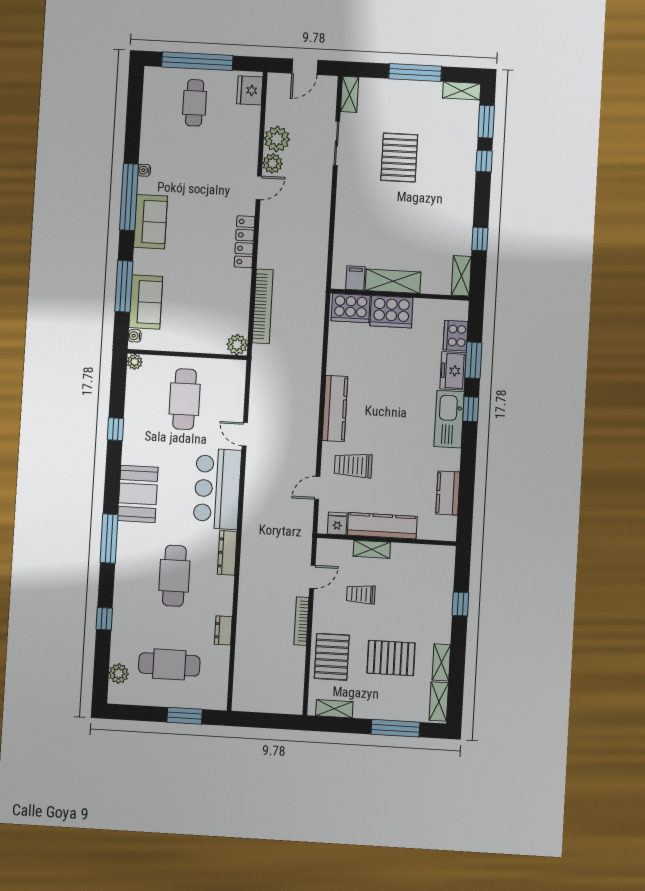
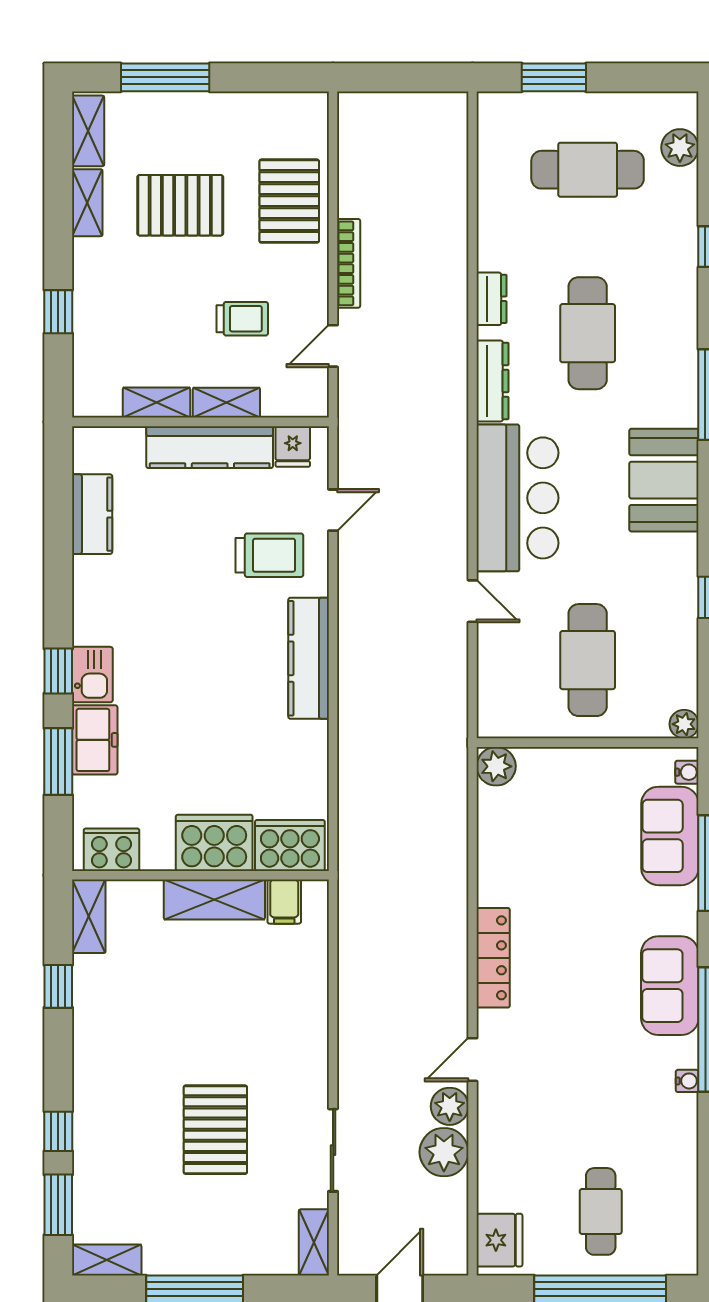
bookcase: (263, 306) -> (453, 840), removed
cooker: (456, 336) -> (111, 850), moved, turned -90
kitchen sink: (449, 419) -> (92, 675), width x0.53, depth x0.81
dresser: (223, 630) -> (492, 299), moved
shelving: (334, 709) -> (157, 403), moved

